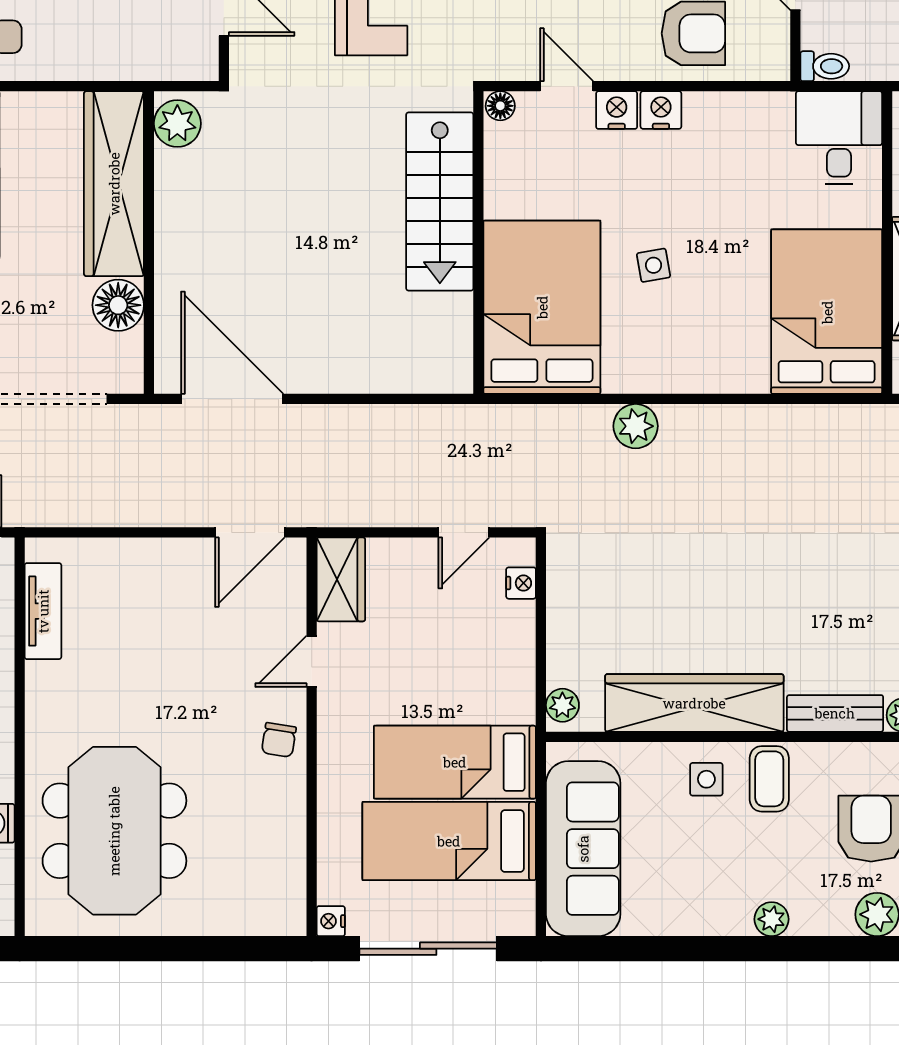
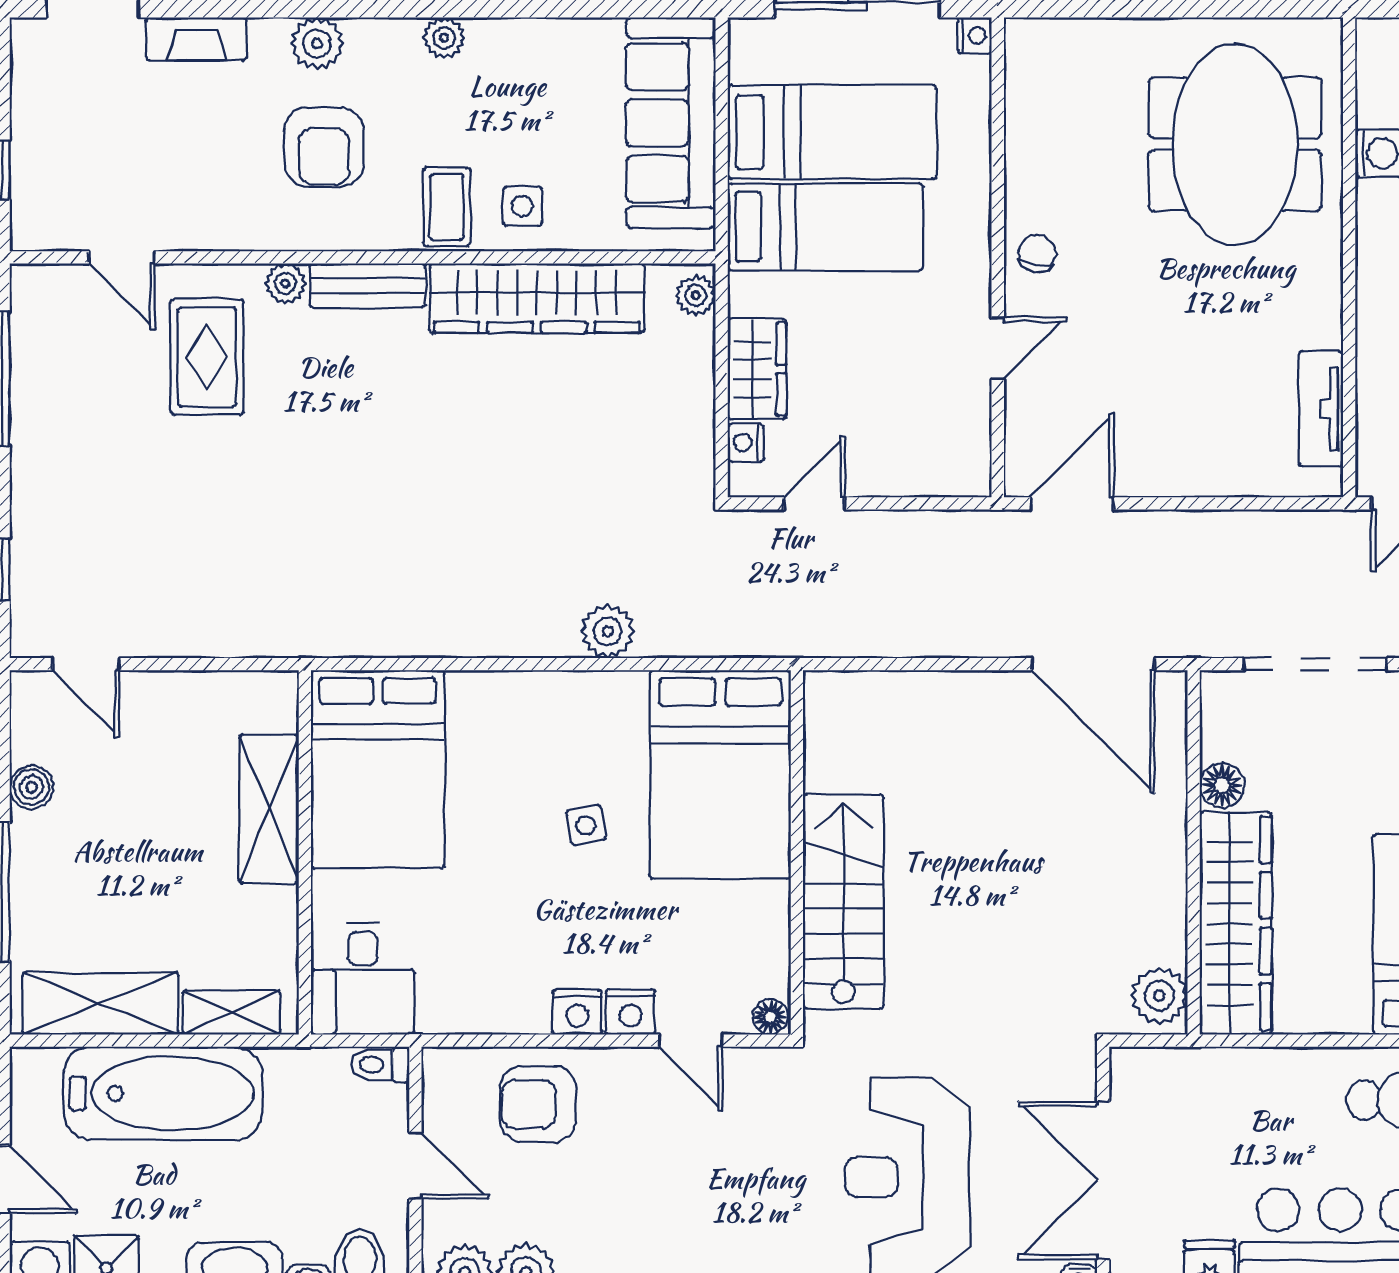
floor lamp: (118, 305) -> (1222, 785), width x0.73, depth x0.73
wardrobe: (341, 579) -> (757, 369), moved, turned 180

